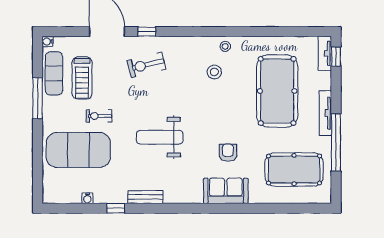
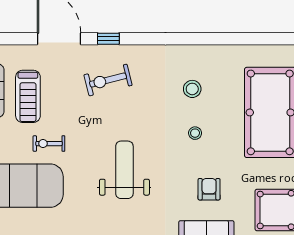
stool: (225, 46) -> (195, 133), moved
weight bench: (160, 137) -> (124, 170), turned 90

